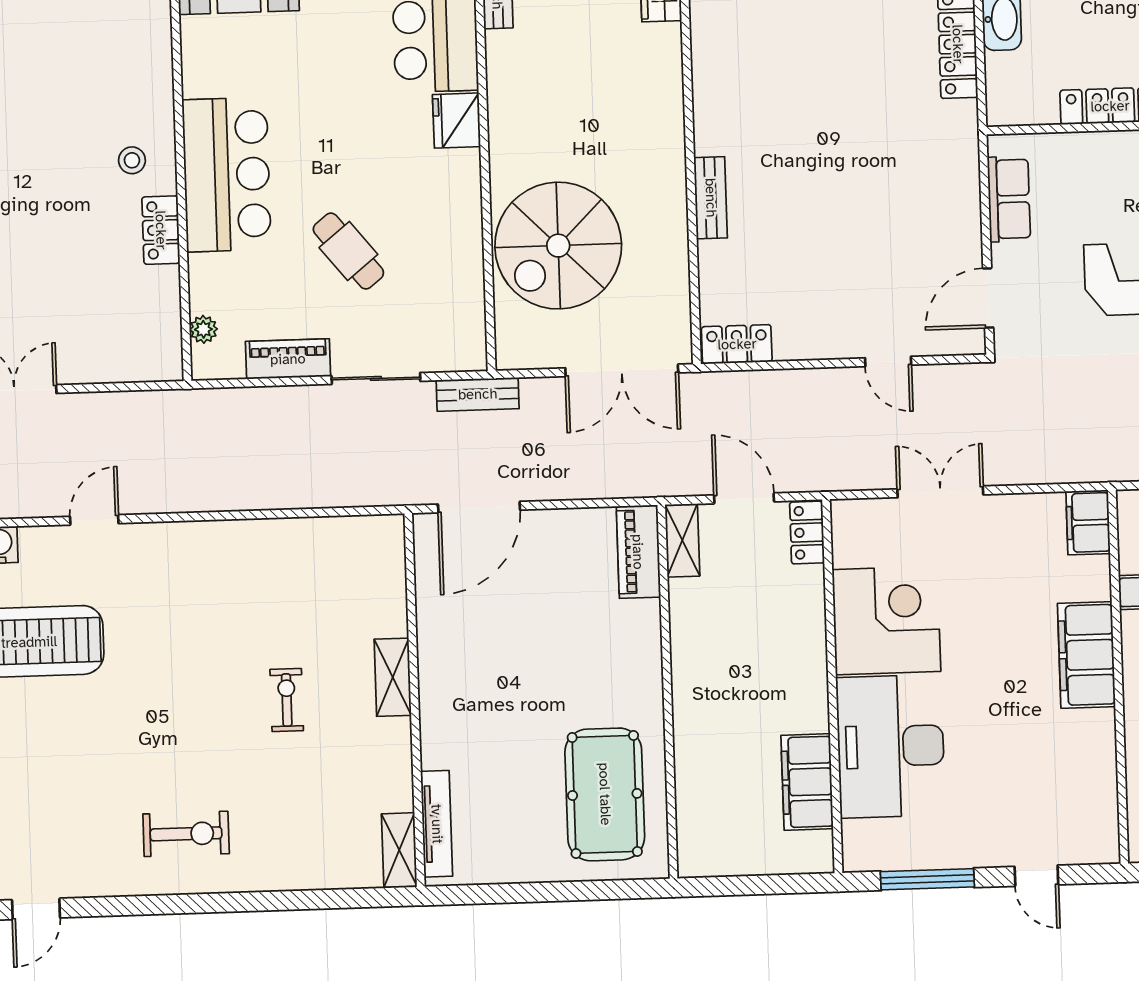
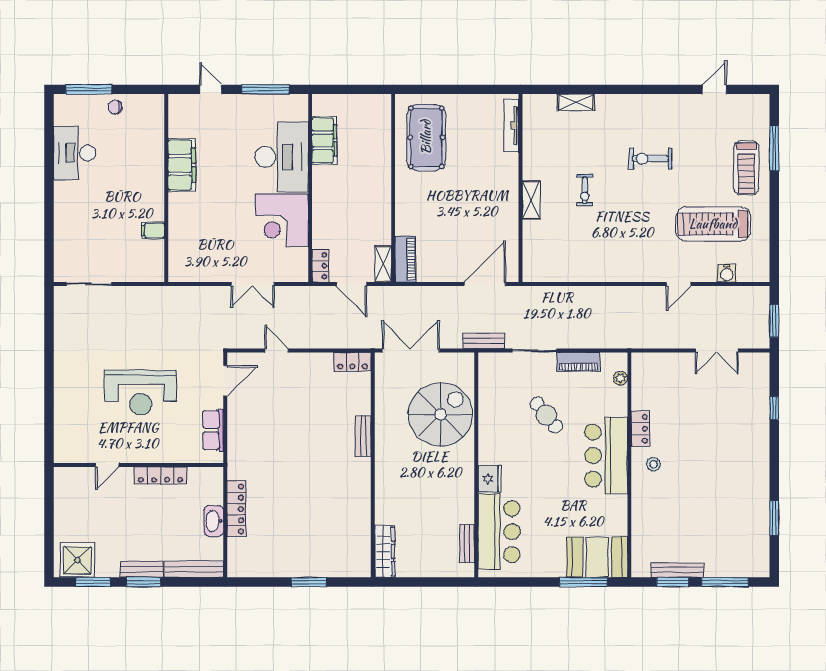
filing cabinet: (1088, 522) -> (179, 266), removed
filing cabinet: (1086, 655) -> (182, 165), moved
exercise bike: (186, 834) -> (650, 159), moved
shelving: (399, 850) -> (576, 102), moved, turned 90

